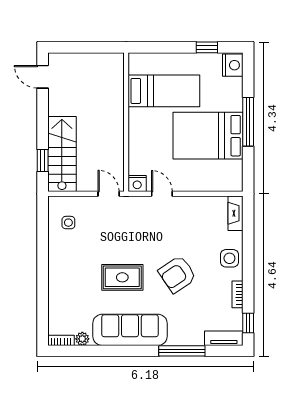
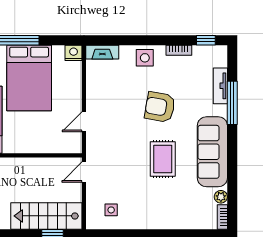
nightstand: (137, 183) -> (74, 53), moved, turned -90
armchair: (177, 274) -> (160, 107), turned 134
tv unit: (224, 338) -> (220, 86), moved

